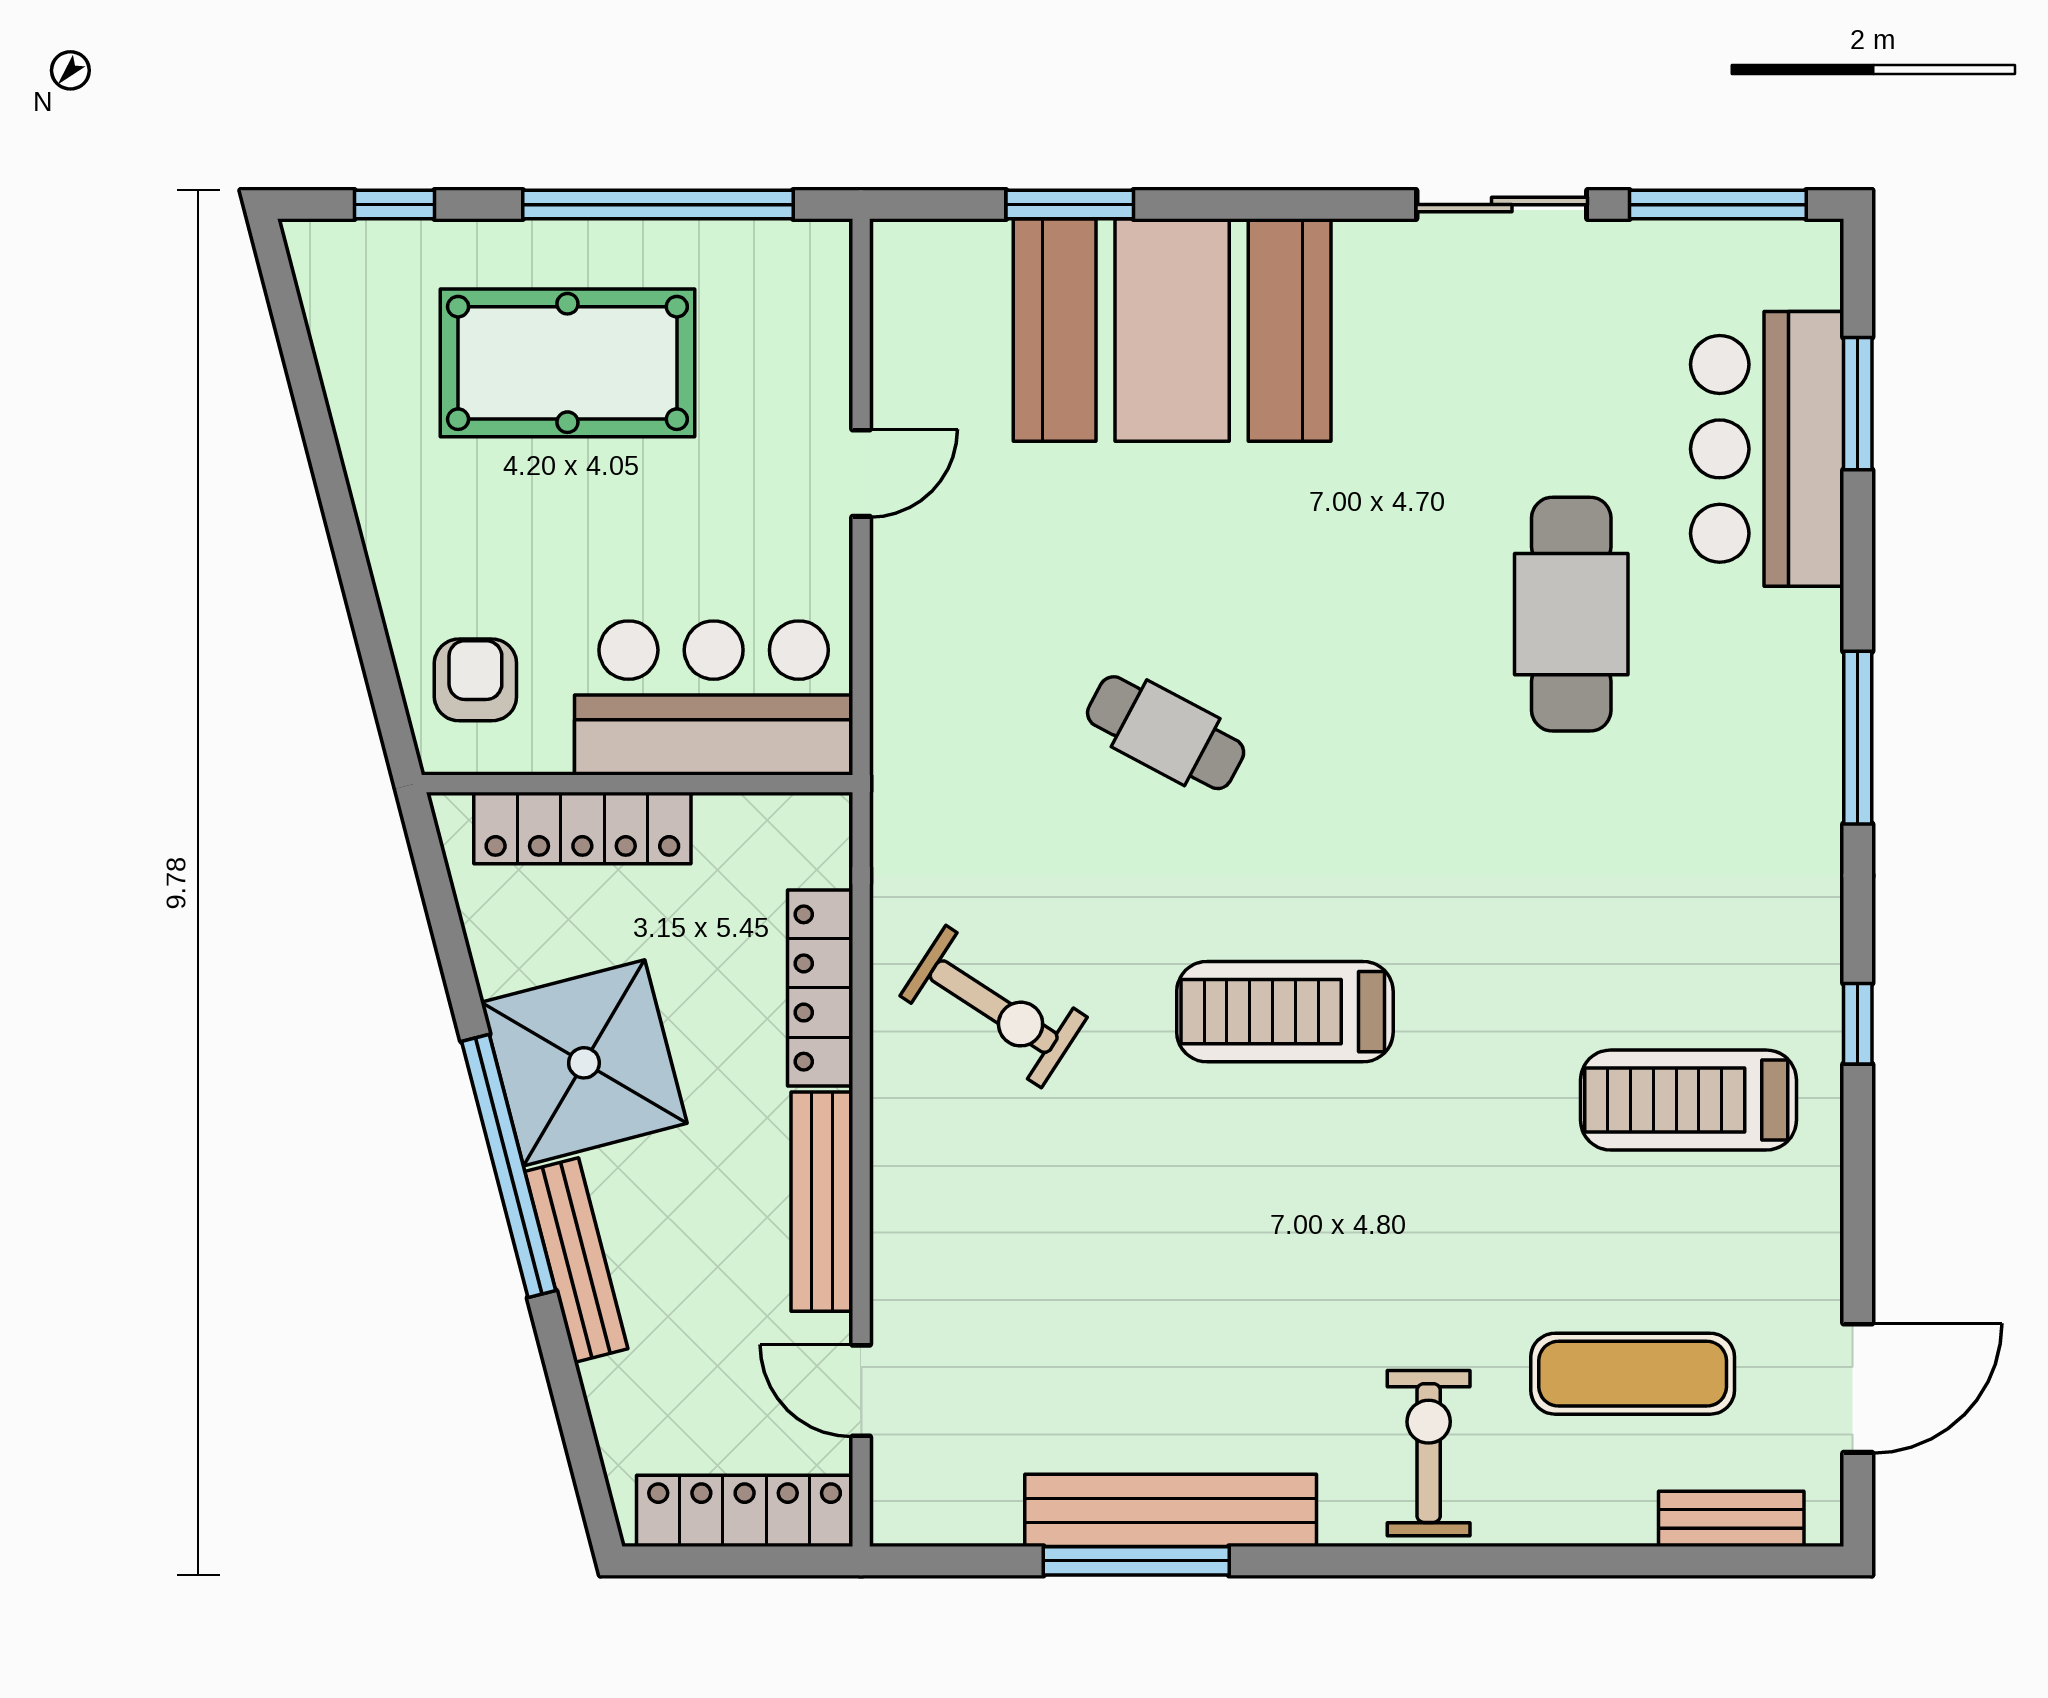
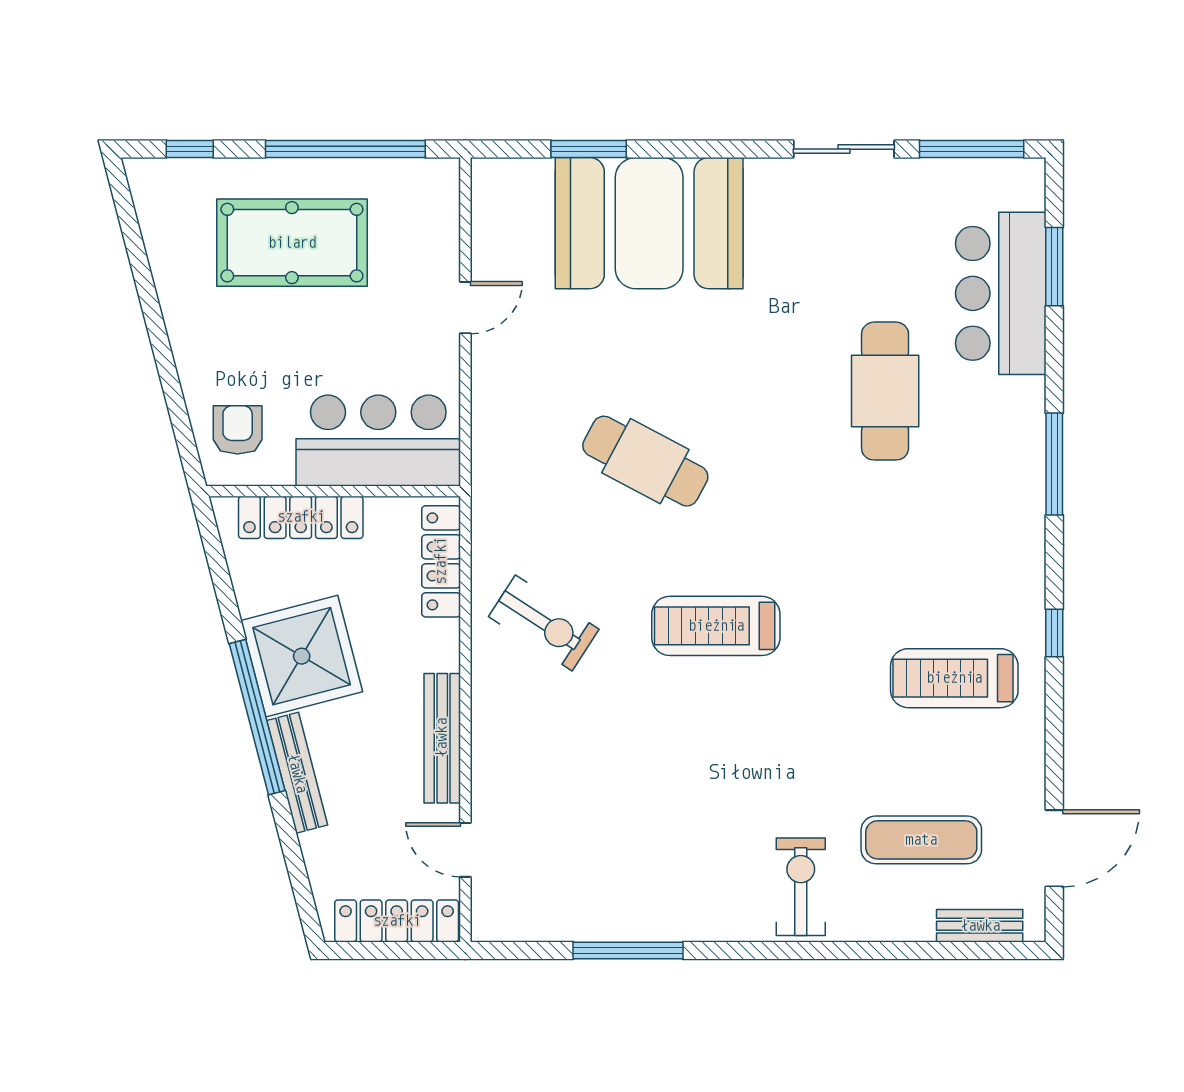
cafe table: (1166, 733) -> (645, 461), width x1.37, depth x1.35
locker: (820, 988) -> (441, 561), moved
bench: (1171, 1510) -> (648, 921), removed

